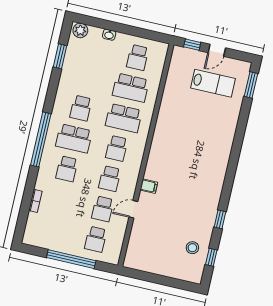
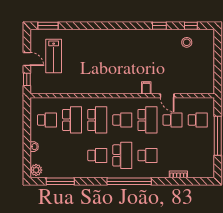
window: (60, 56) -> (60, 181), width x1.44
lab bench: (213, 83) -> (54, 56), turned 180
school desk: (110, 179) -> (147, 120), width x1.85

